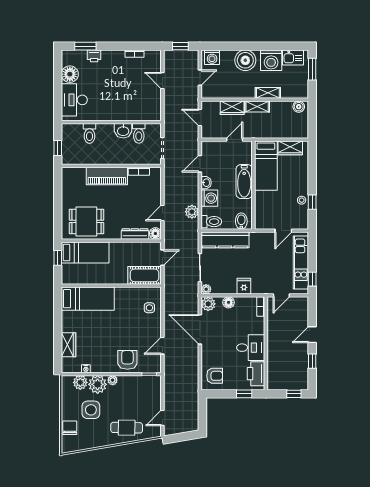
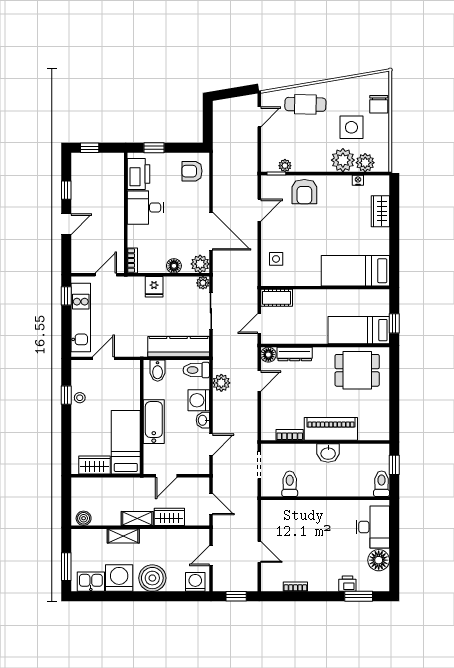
washbasin: (123, 131) -> (328, 453), moved, turned 180
toilet: (89, 133) -> (382, 484), moved
cot: (145, 275) -> (277, 298), width x0.73, depth x0.75
plant: (113, 380) -> (285, 166), moved

